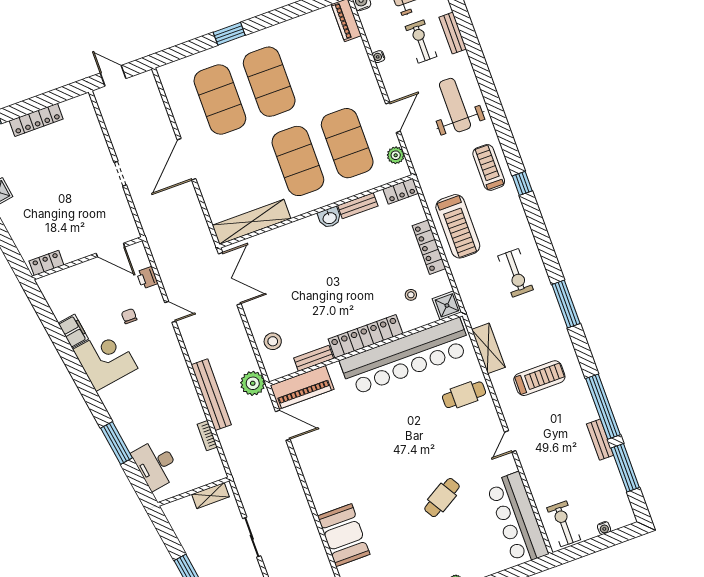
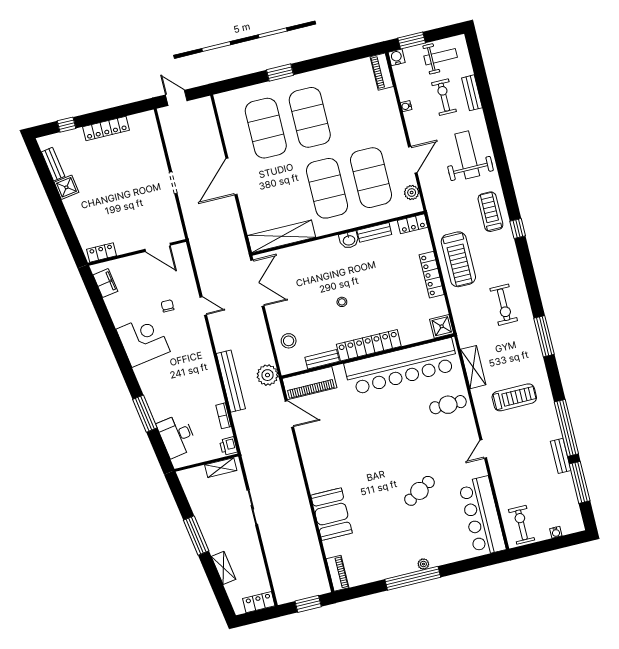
printer: (147, 278) -> (228, 446), moved
stool: (411, 295) -> (342, 302), moved
filing cabinet: (73, 331) -> (105, 283), moved

